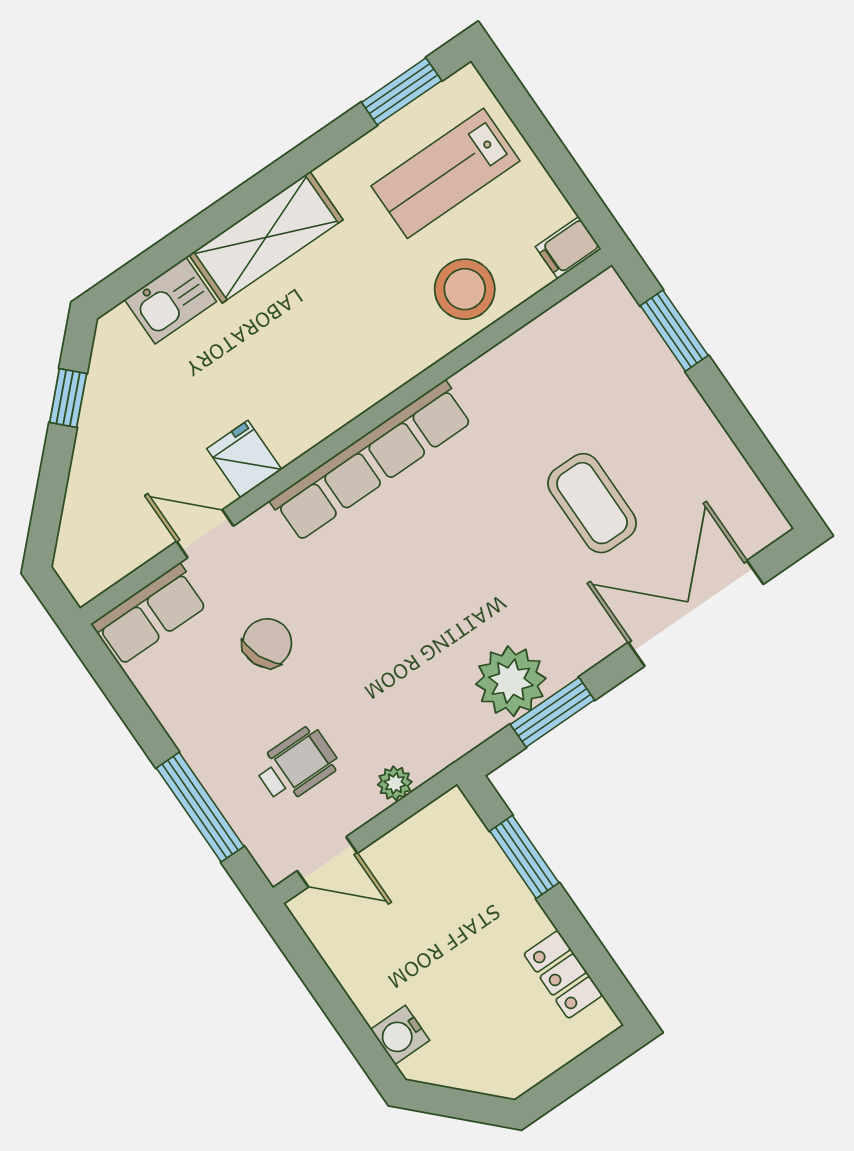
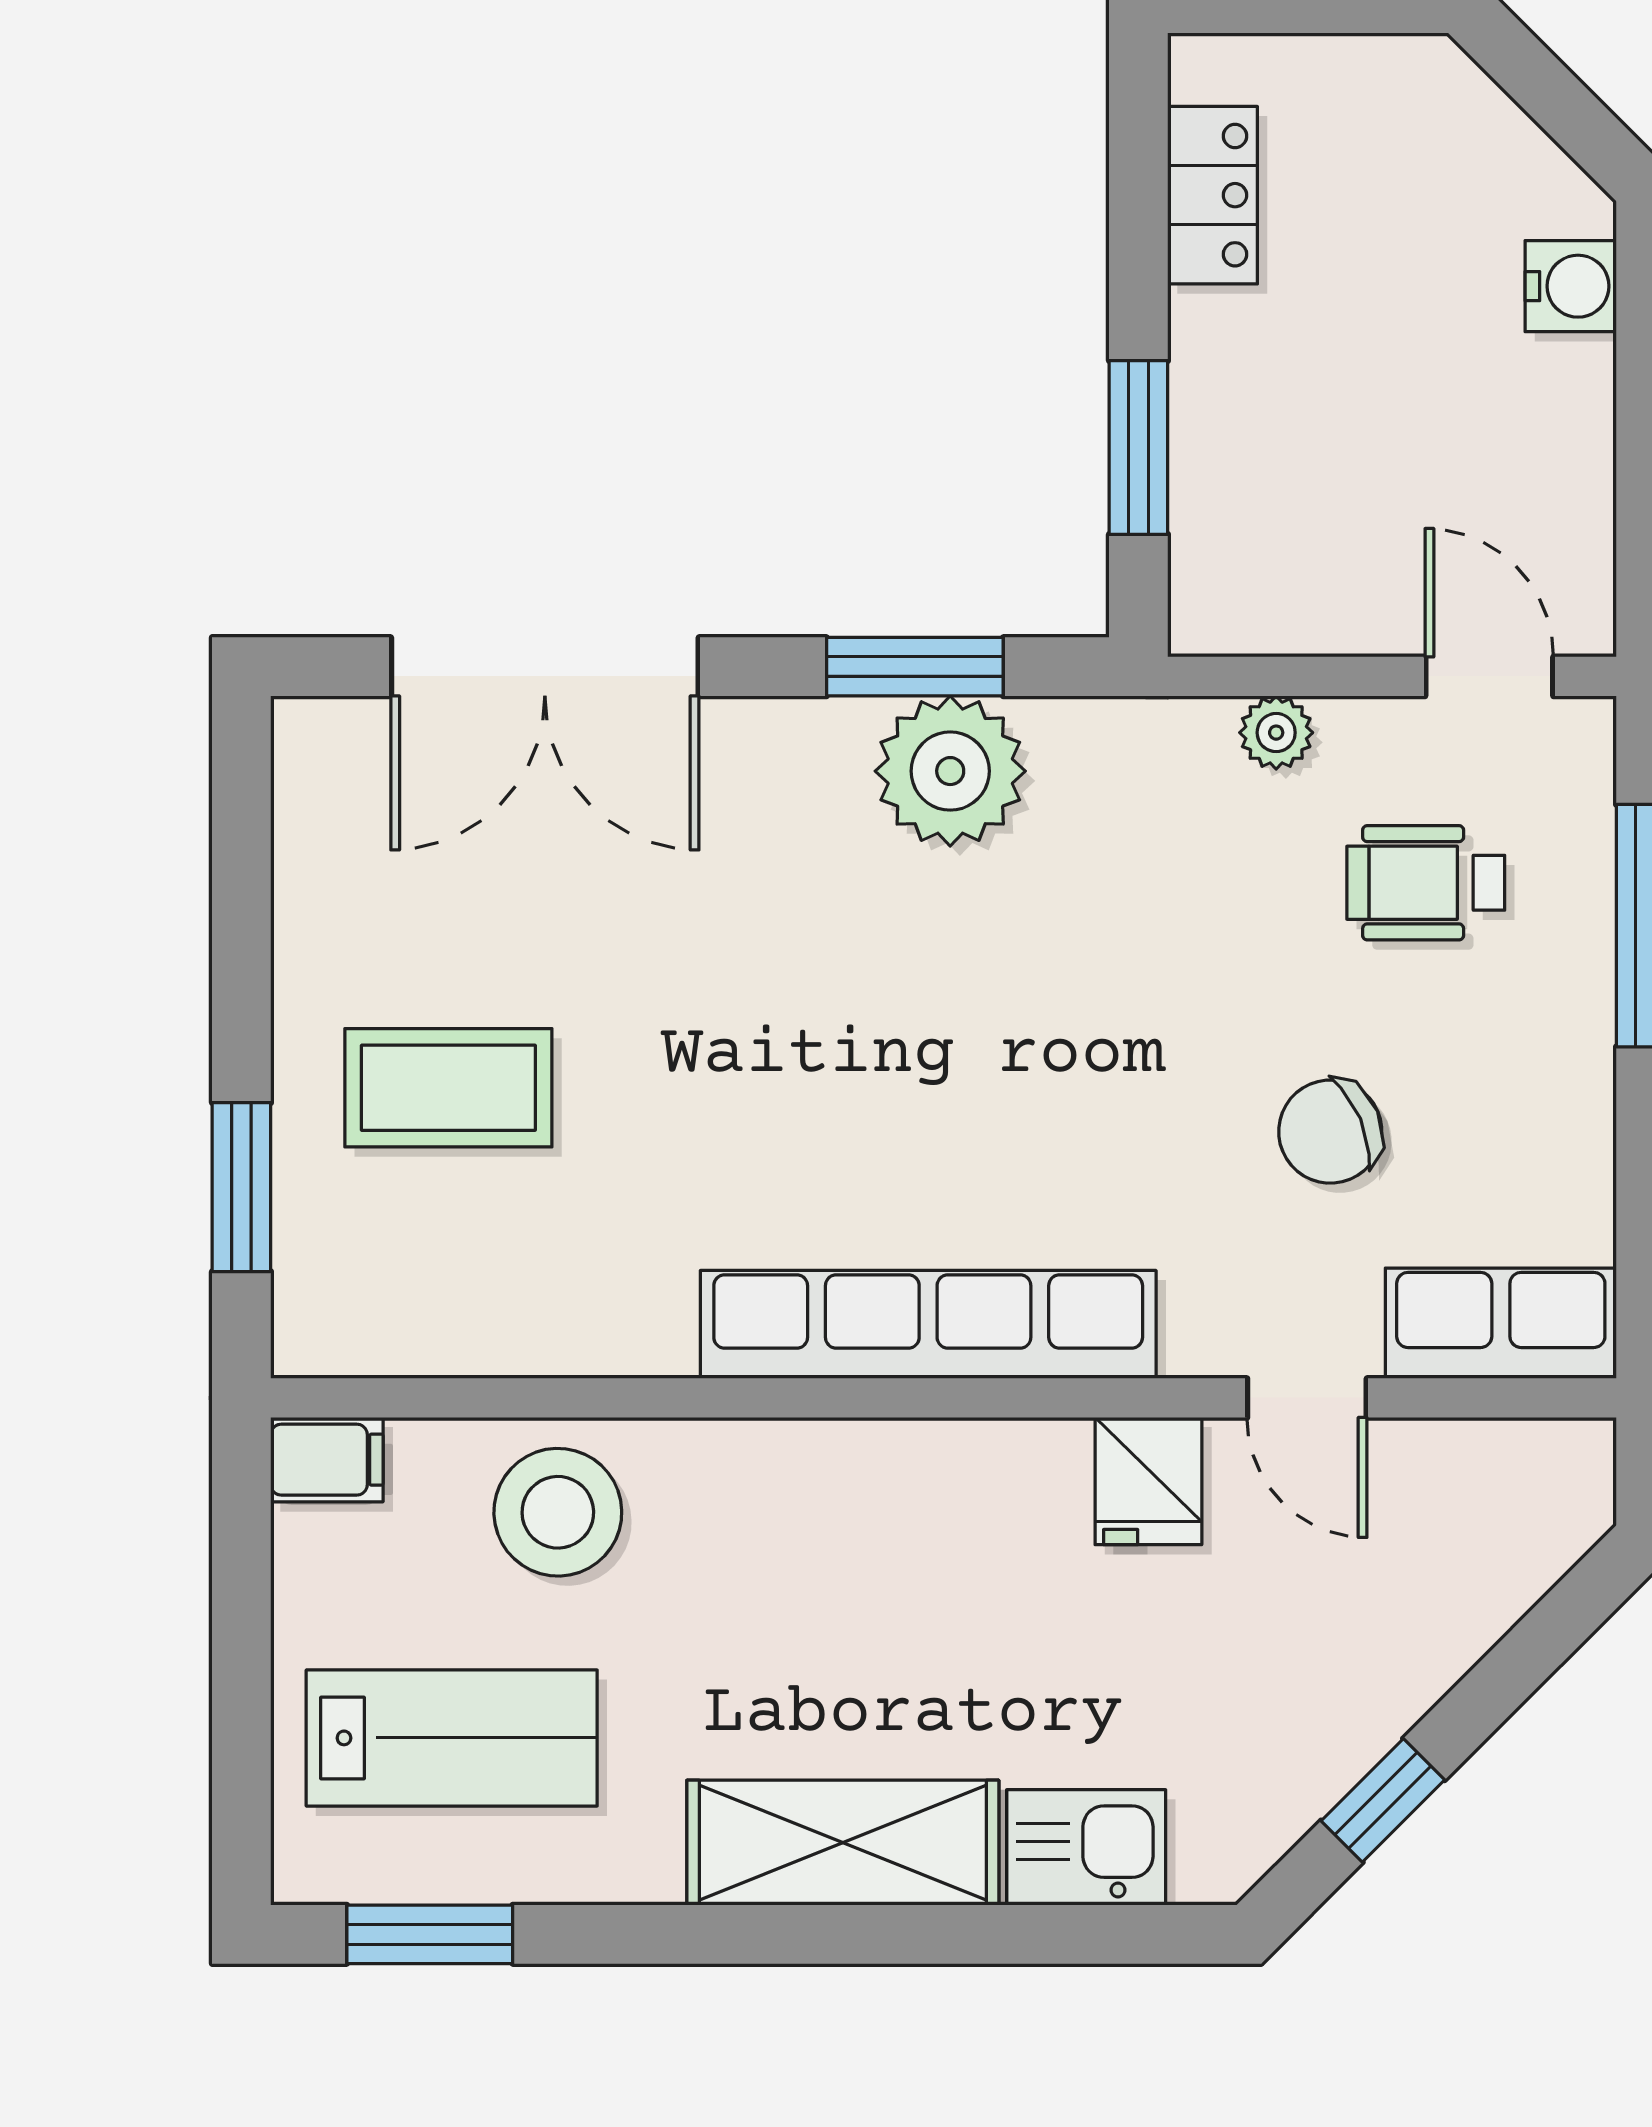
coffee table: (592, 503) -> (448, 1088), moved, turned 90

